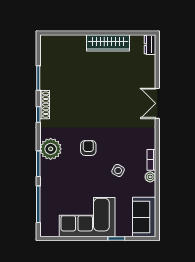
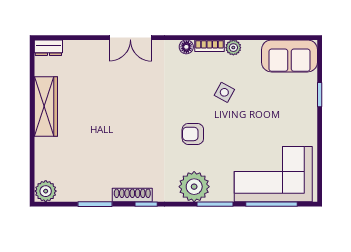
plant: (47, 43) -> (46, 191), added
floor lamp: (151, 143) -> (186, 47), added
corner sofa: (87, 217) -> (273, 174), moved, turned 90

